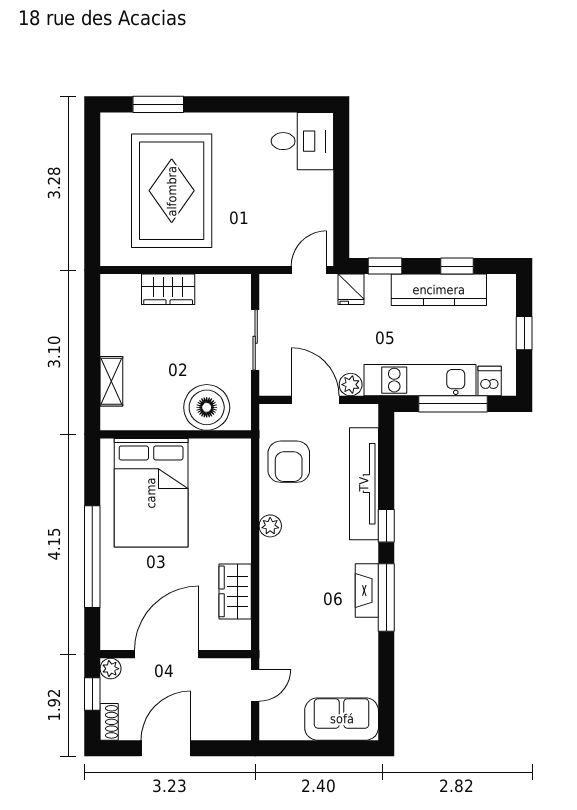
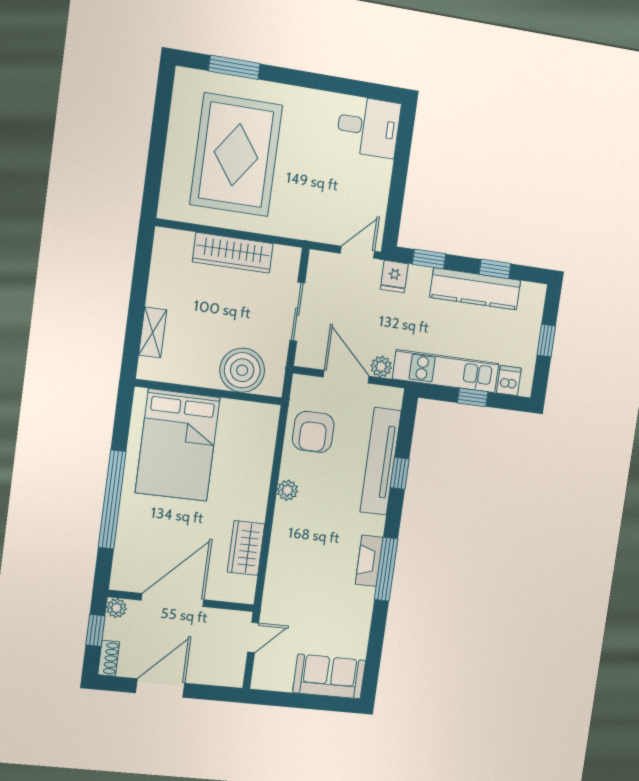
wardrobe: (168, 289) -> (233, 253), width x1.50
window: (453, 404) -> (473, 397), width x0.46
window: (386, 526) -> (400, 473), moved

